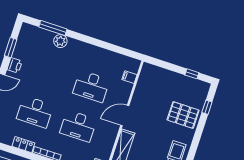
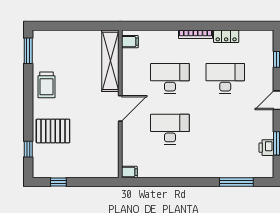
plant: (60, 41) -> (223, 170), removed
printer: (15, 65) -> (266, 148), moved
filing cabinet: (129, 77) -> (129, 172), moved

